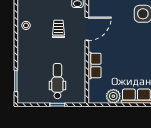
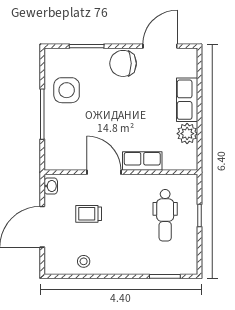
door: (87, 29) -> (104, 172), moved
dental chair: (57, 81) -> (165, 215), turned -90

